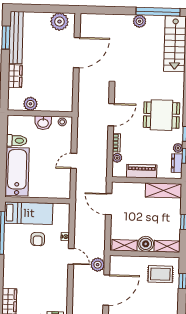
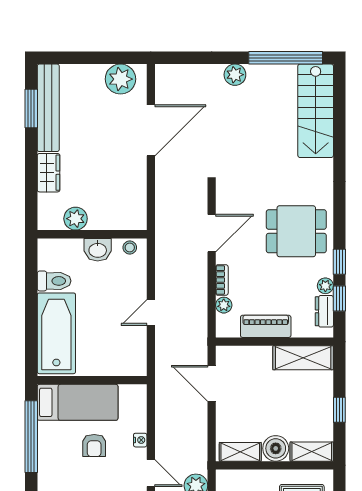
plant: (140, 21) -> (235, 75), moved

